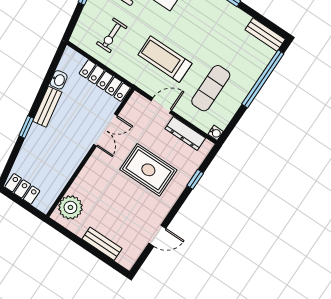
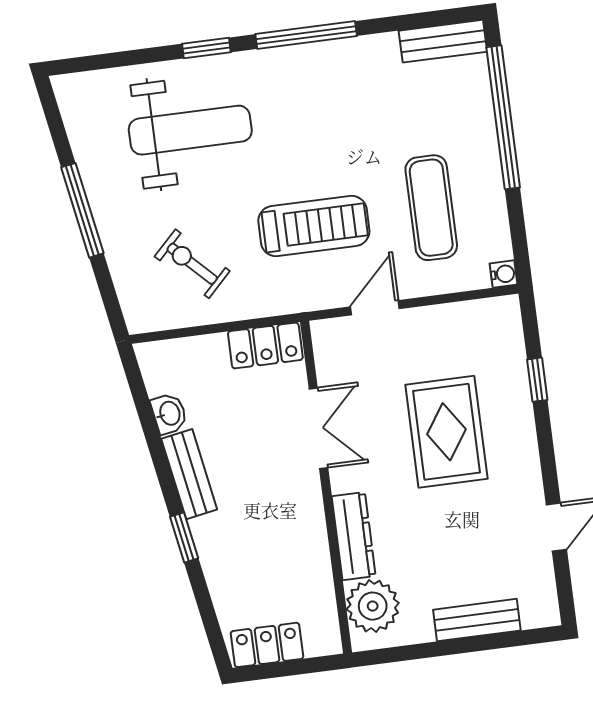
exercise bike: (112, 35) -> (192, 264), turned 135
treadmill: (165, 59) -> (314, 226), turned 180
locker: (105, 80) -> (265, 346), width x0.66
dresser: (185, 133) -> (354, 536), moved, turned -90
rug: (148, 170) -> (446, 432), turned 90

